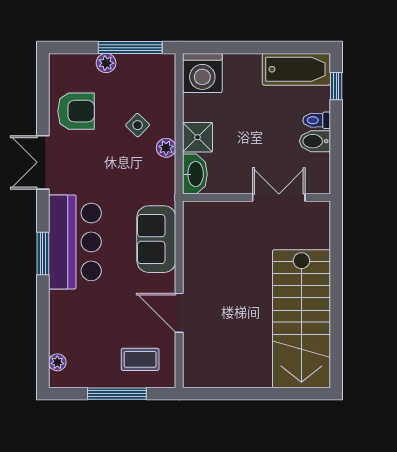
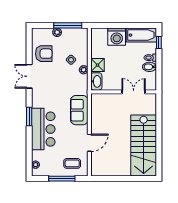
washing machine: (202, 73) -> (117, 37), moved
bar counter: (75, 242) -> (43, 129), moved
door: (179, 313) -> (89, 143), swing flipped

